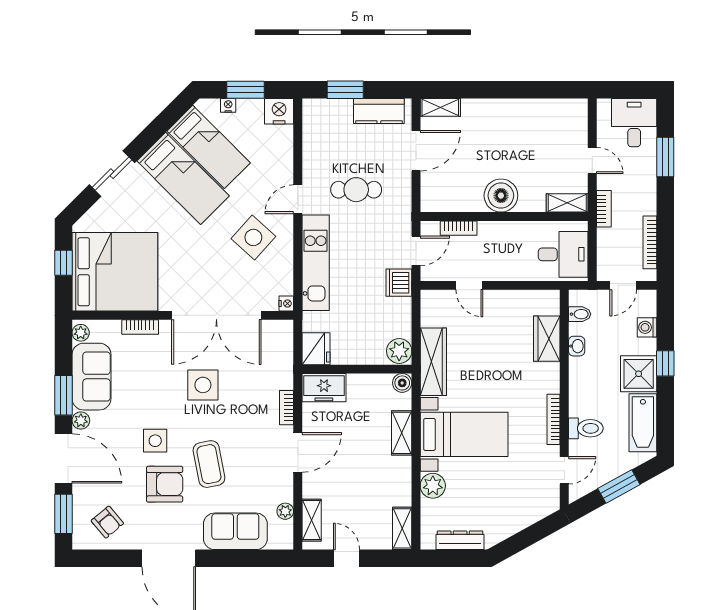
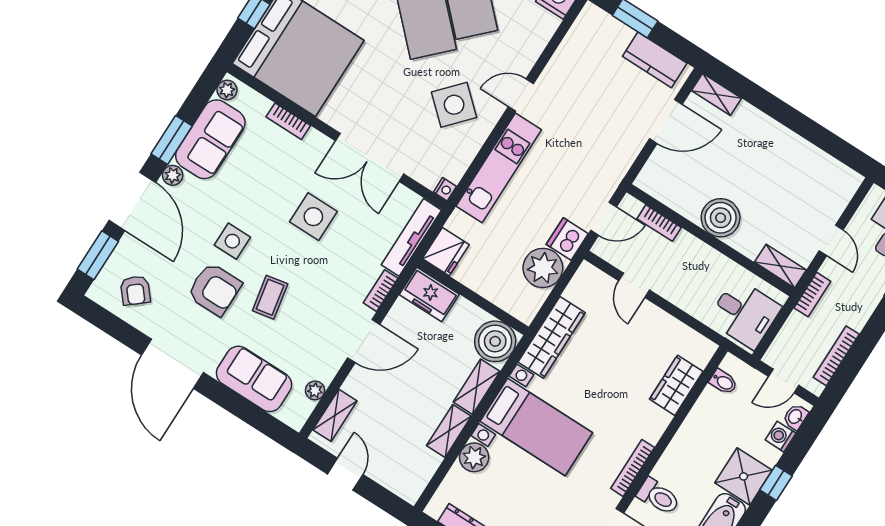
cafe table: (356, 190) -> (584, 122), removed
double door: (216, 315) -> (370, 157), width x0.73
washbasin: (577, 346) -> (795, 417), moved, turned 180
plant: (399, 351) -> (543, 268), moved, width x1.36, depth x1.36
tv unit: (284, 354) -> (411, 237), added
boiler: (402, 383) -> (495, 341), width x1.86, depth x1.86
coffee table: (209, 464) -> (270, 297), width x0.73, depth x0.77
shelving: (402, 528) -> (449, 431), moved

